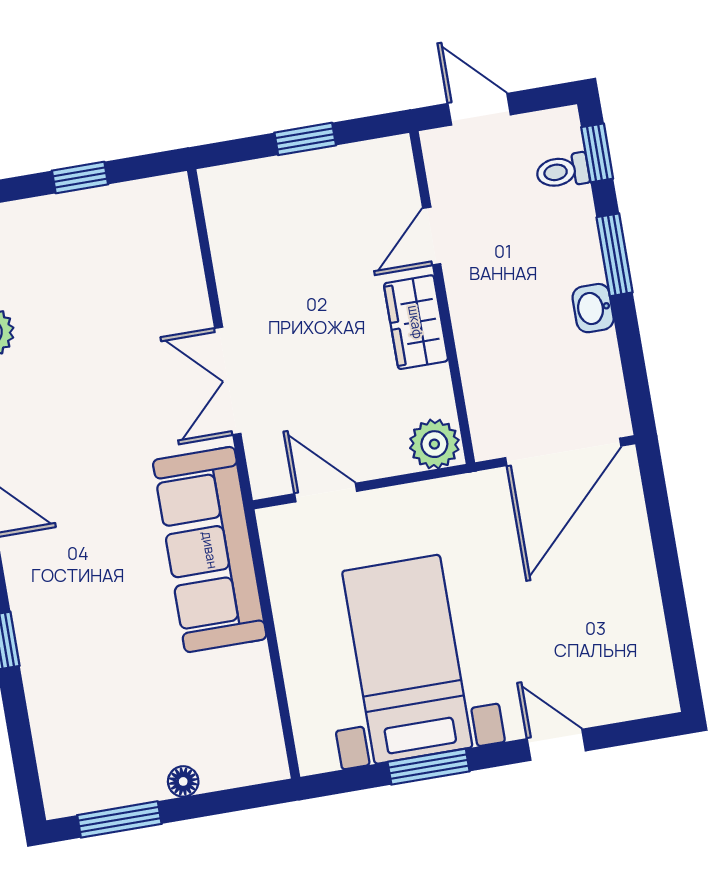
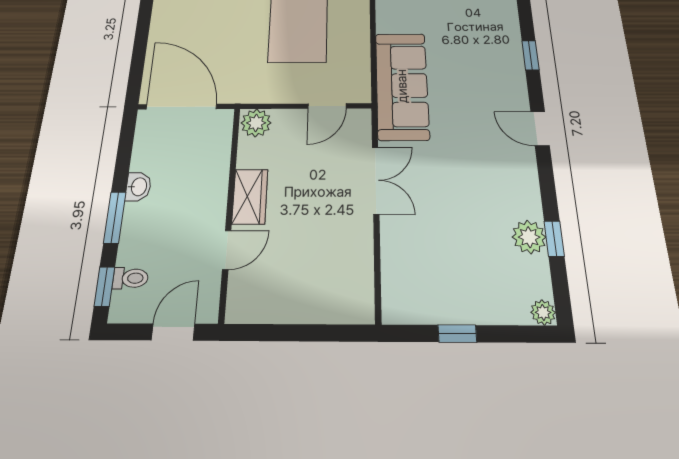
door: (479, 109) -> (173, 332), swing flipped
window: (305, 139) -> (296, 333), removed
door: (563, 452) -> (181, 107), hinge flipped
door: (326, 493) -> (327, 106), hinge flipped

